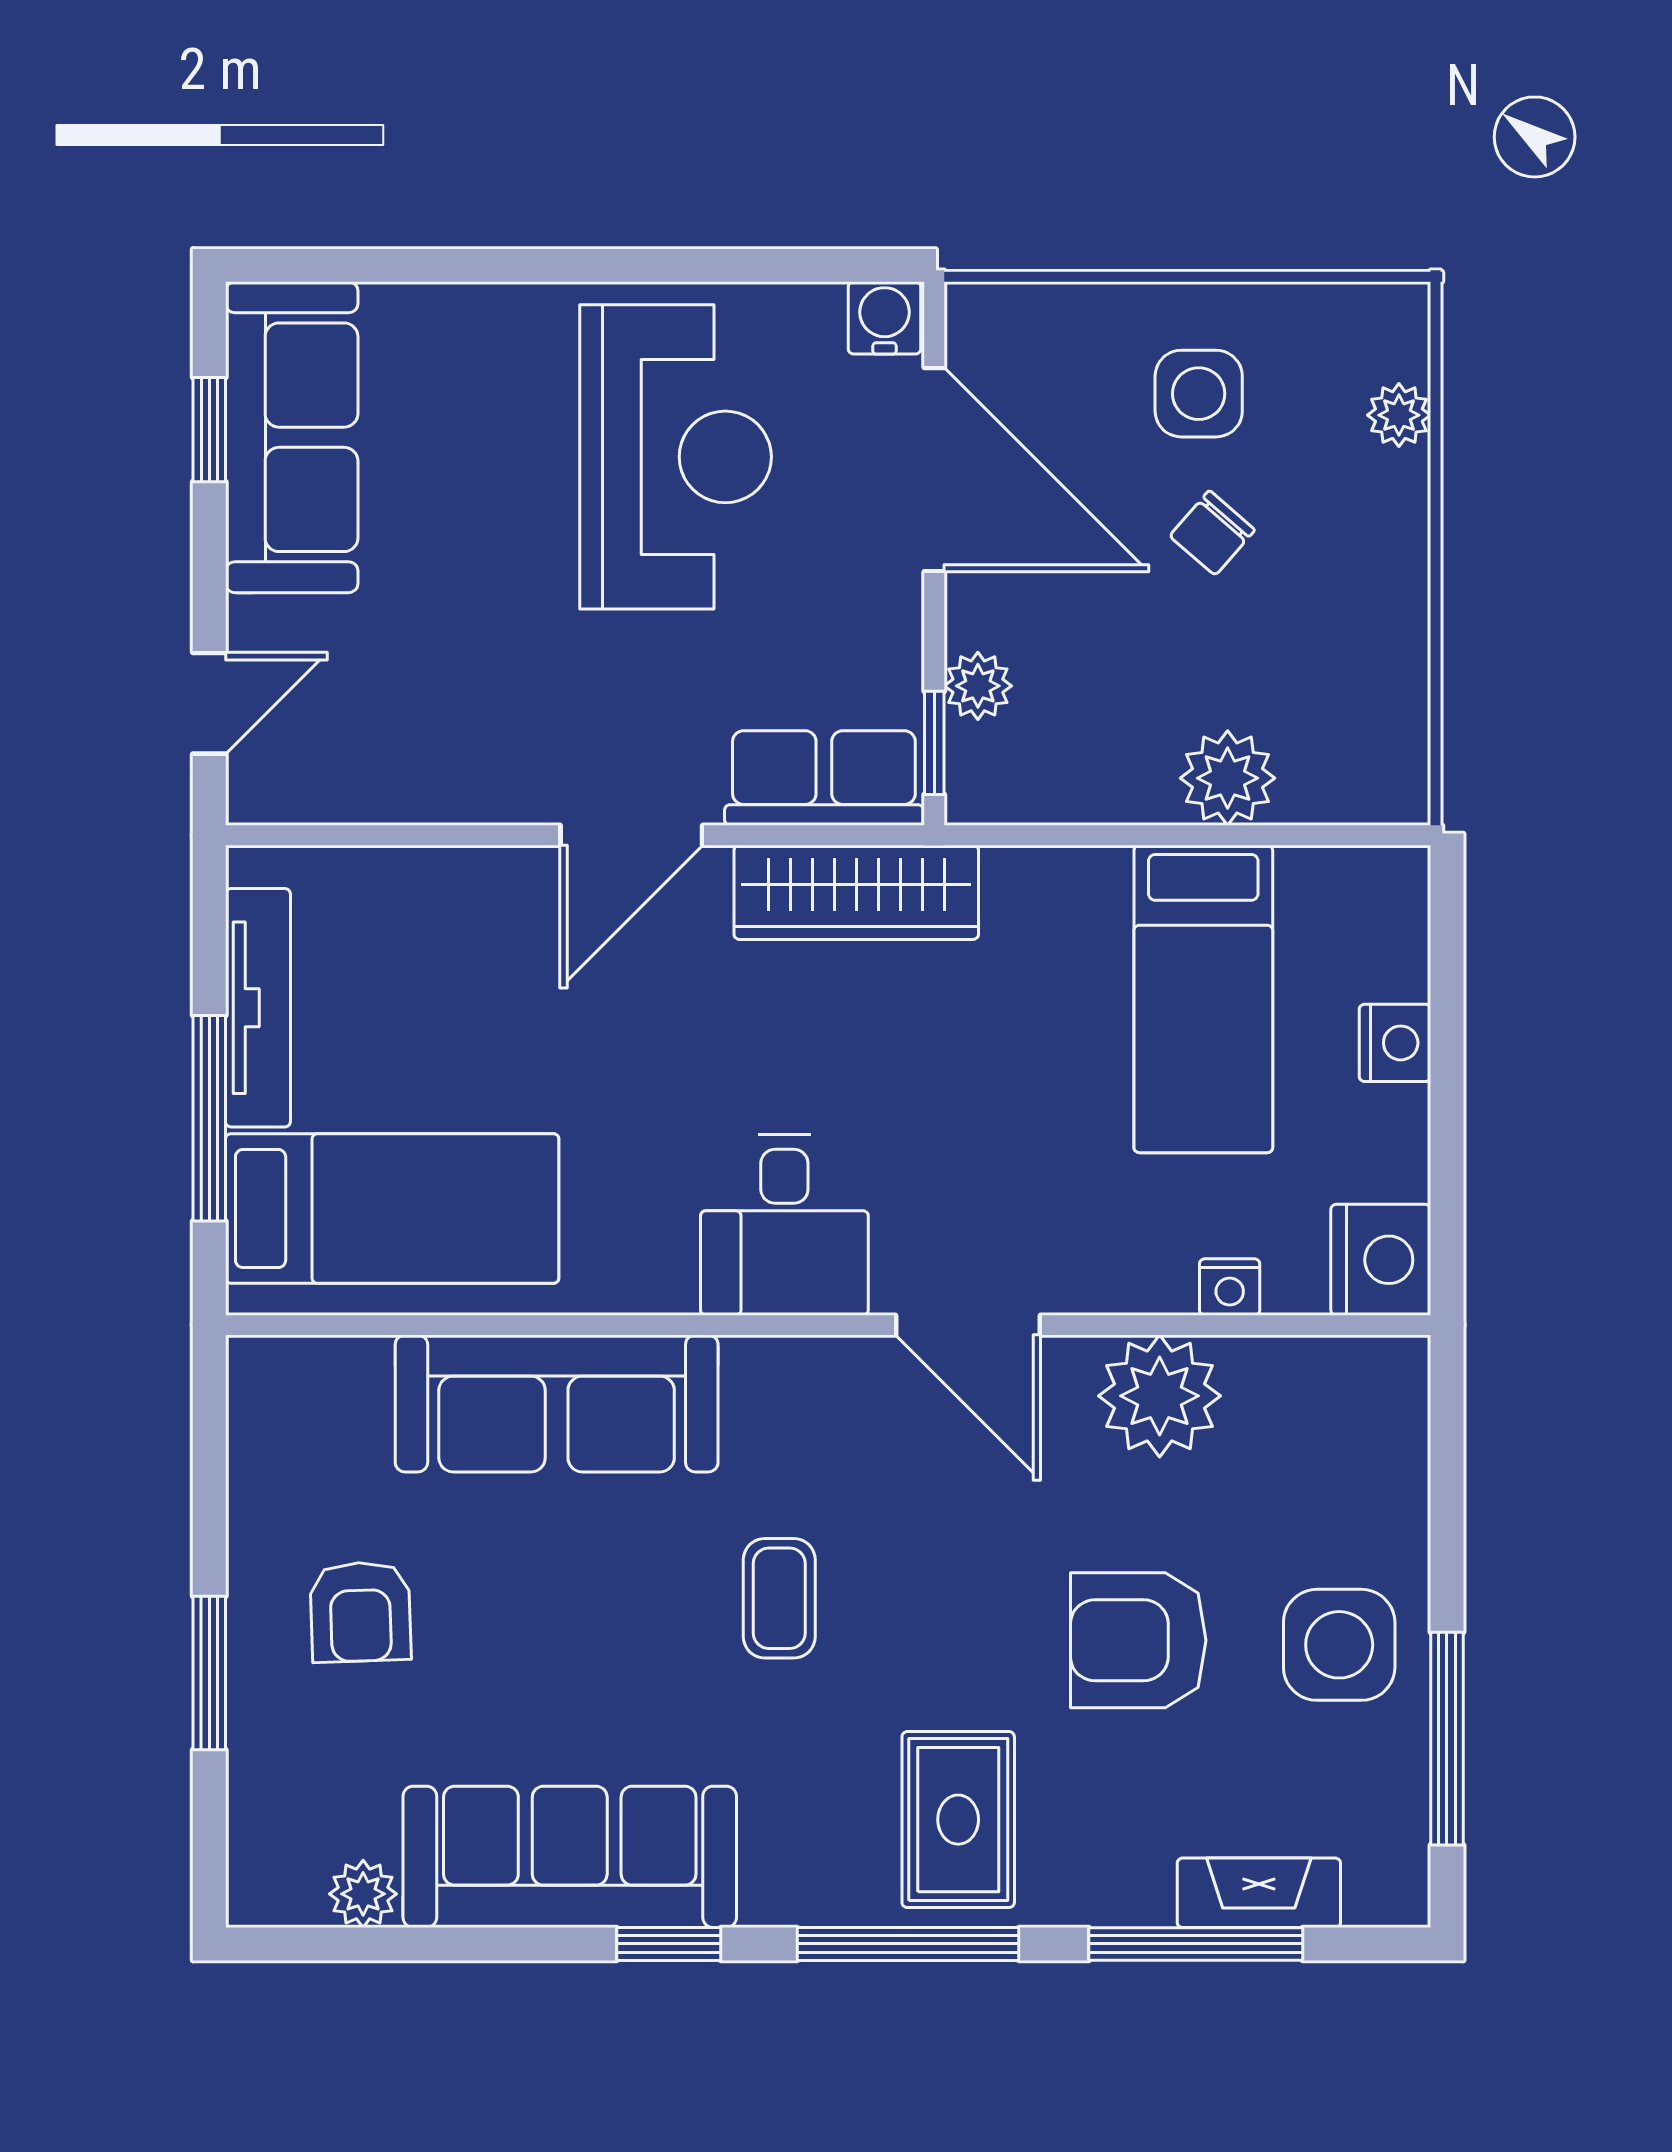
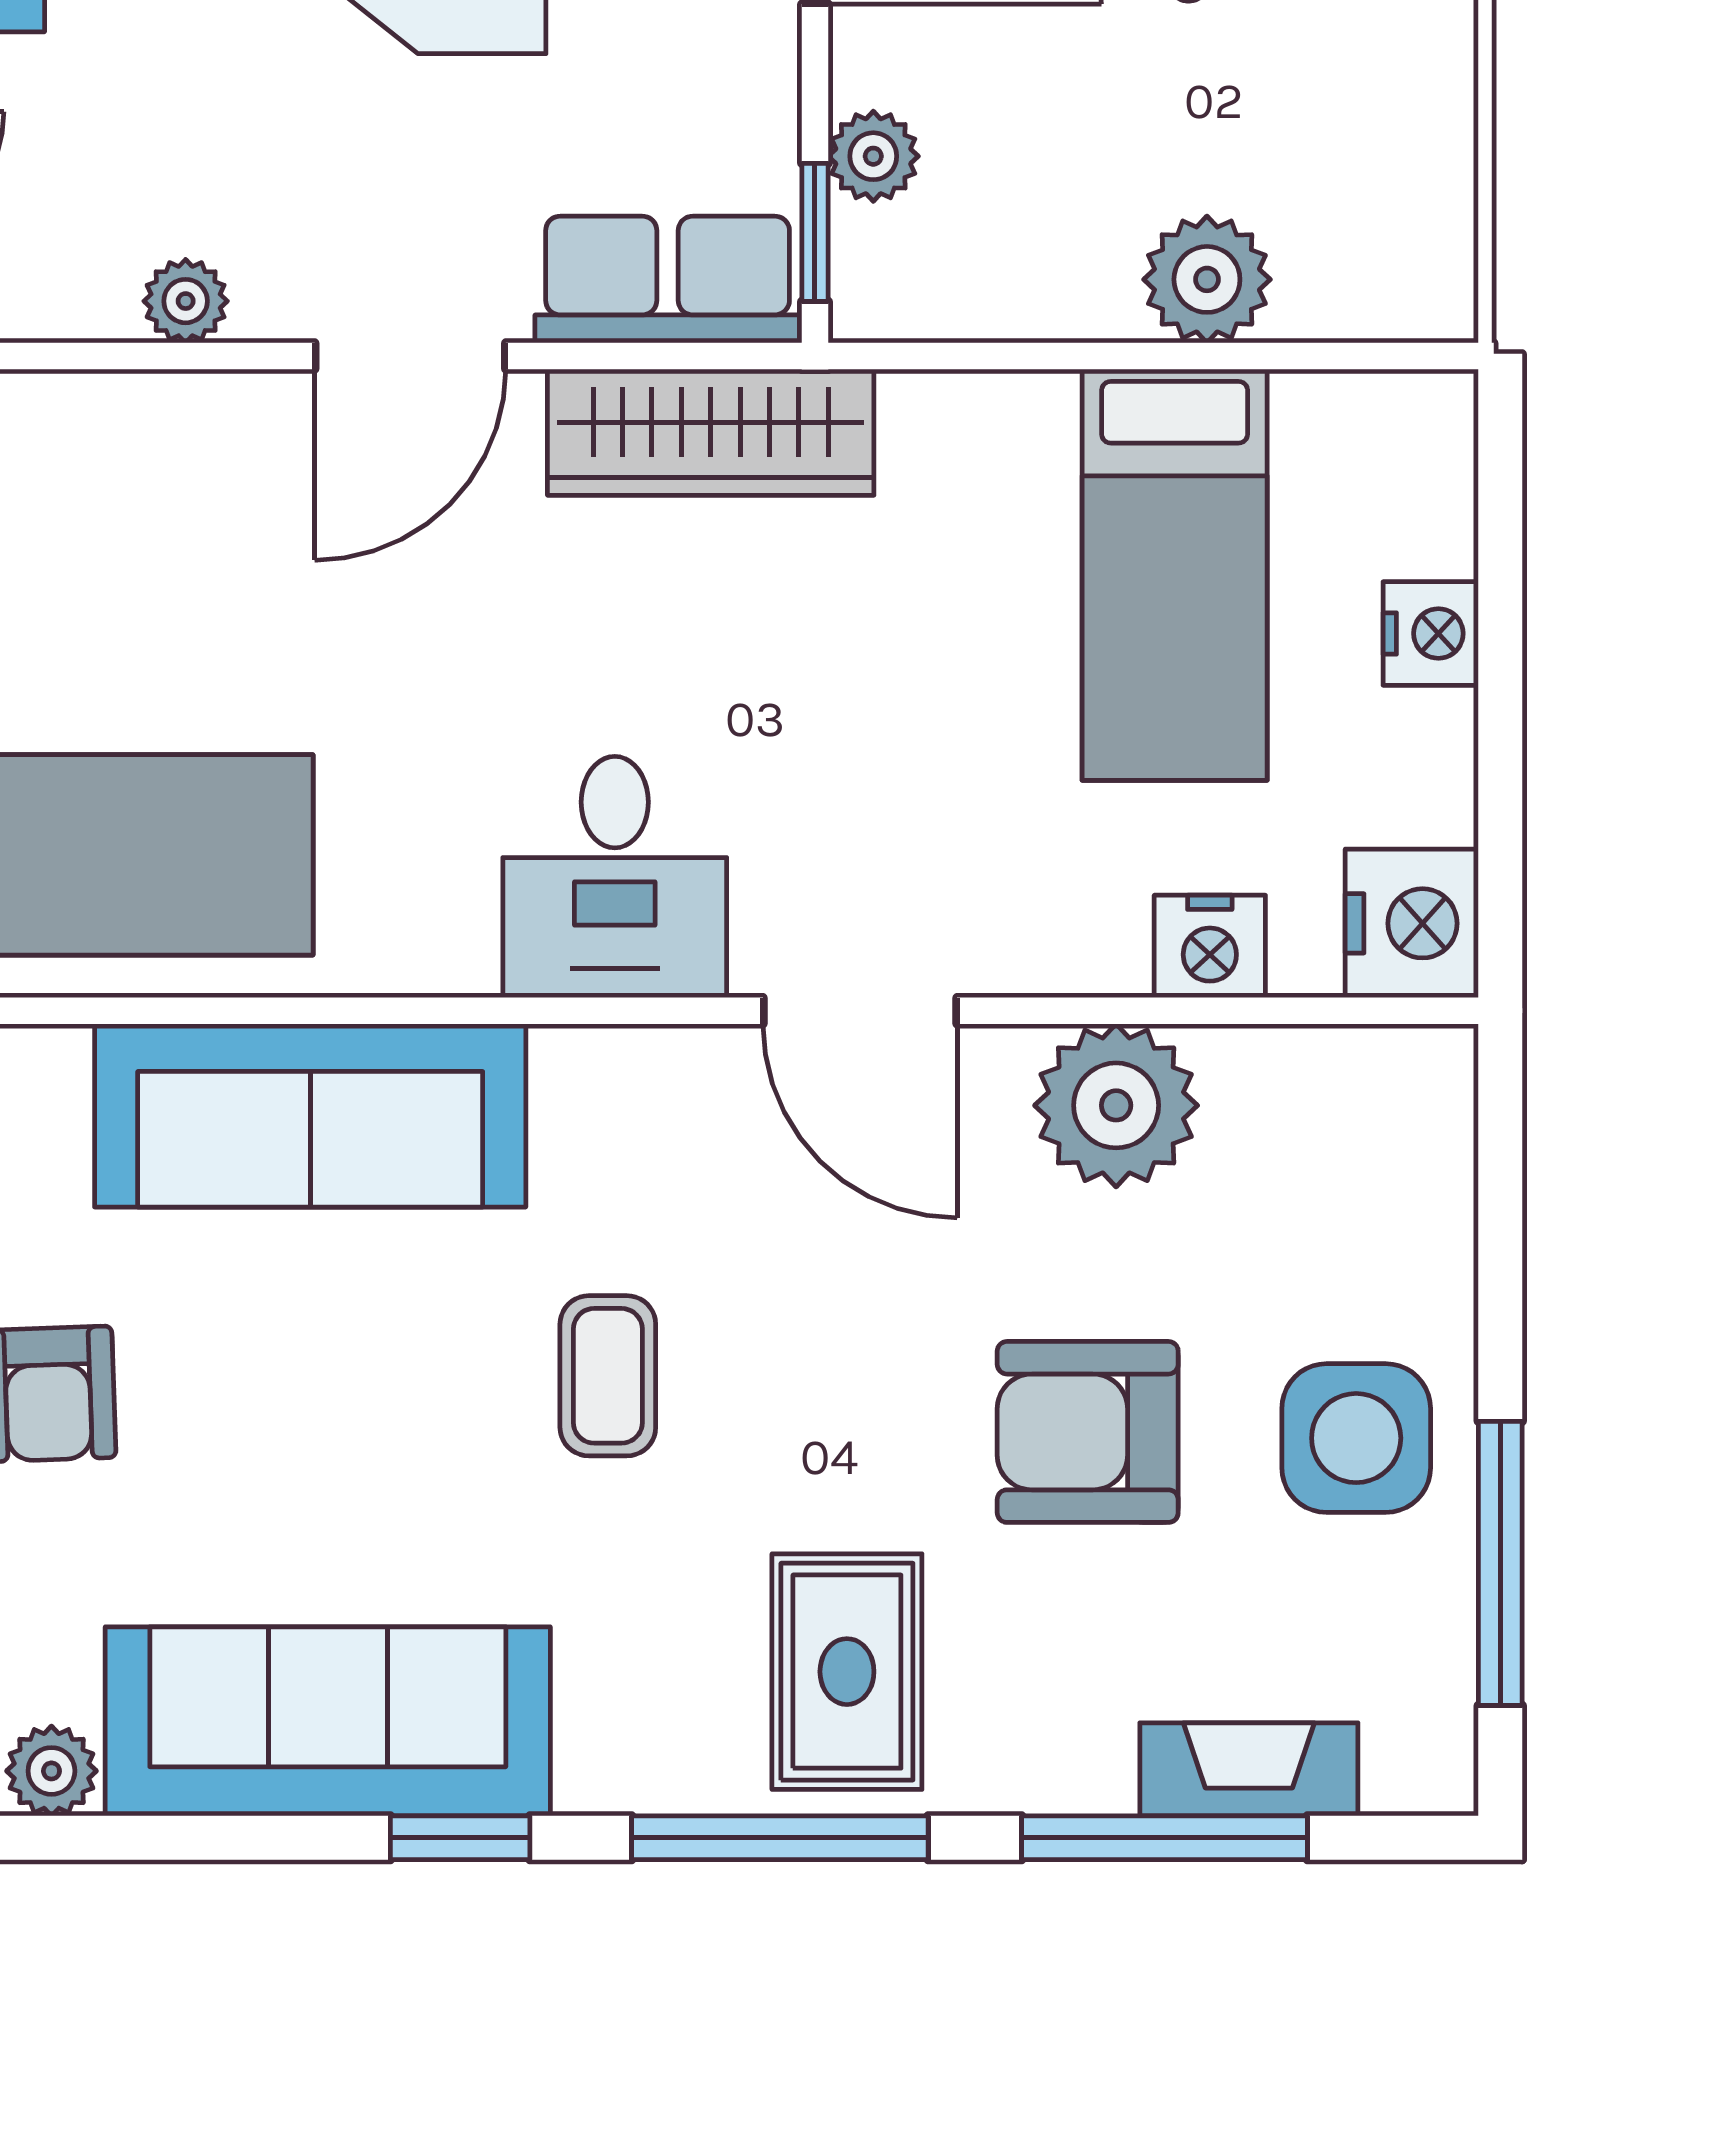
plant: (463, 794) -> (186, 301), added
nightstand: (1230, 1287) -> (1210, 946), width x1.39, depth x1.35

